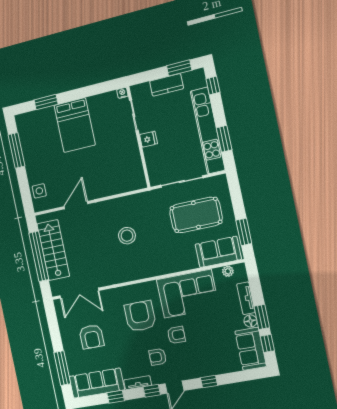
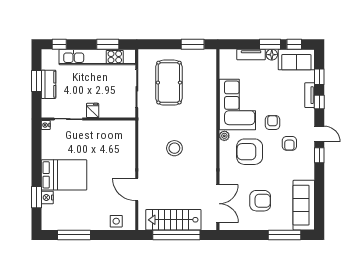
window: (179, 68) -> (37, 81), moved
nightstand: (48, 113) -> (47, 197), added
sofa: (218, 252) -> (206, 70), removed
plant: (228, 271) -> (224, 136), moved
tv unit: (138, 383) -> (310, 95), moved
window: (116, 397) -> (319, 77), moved

